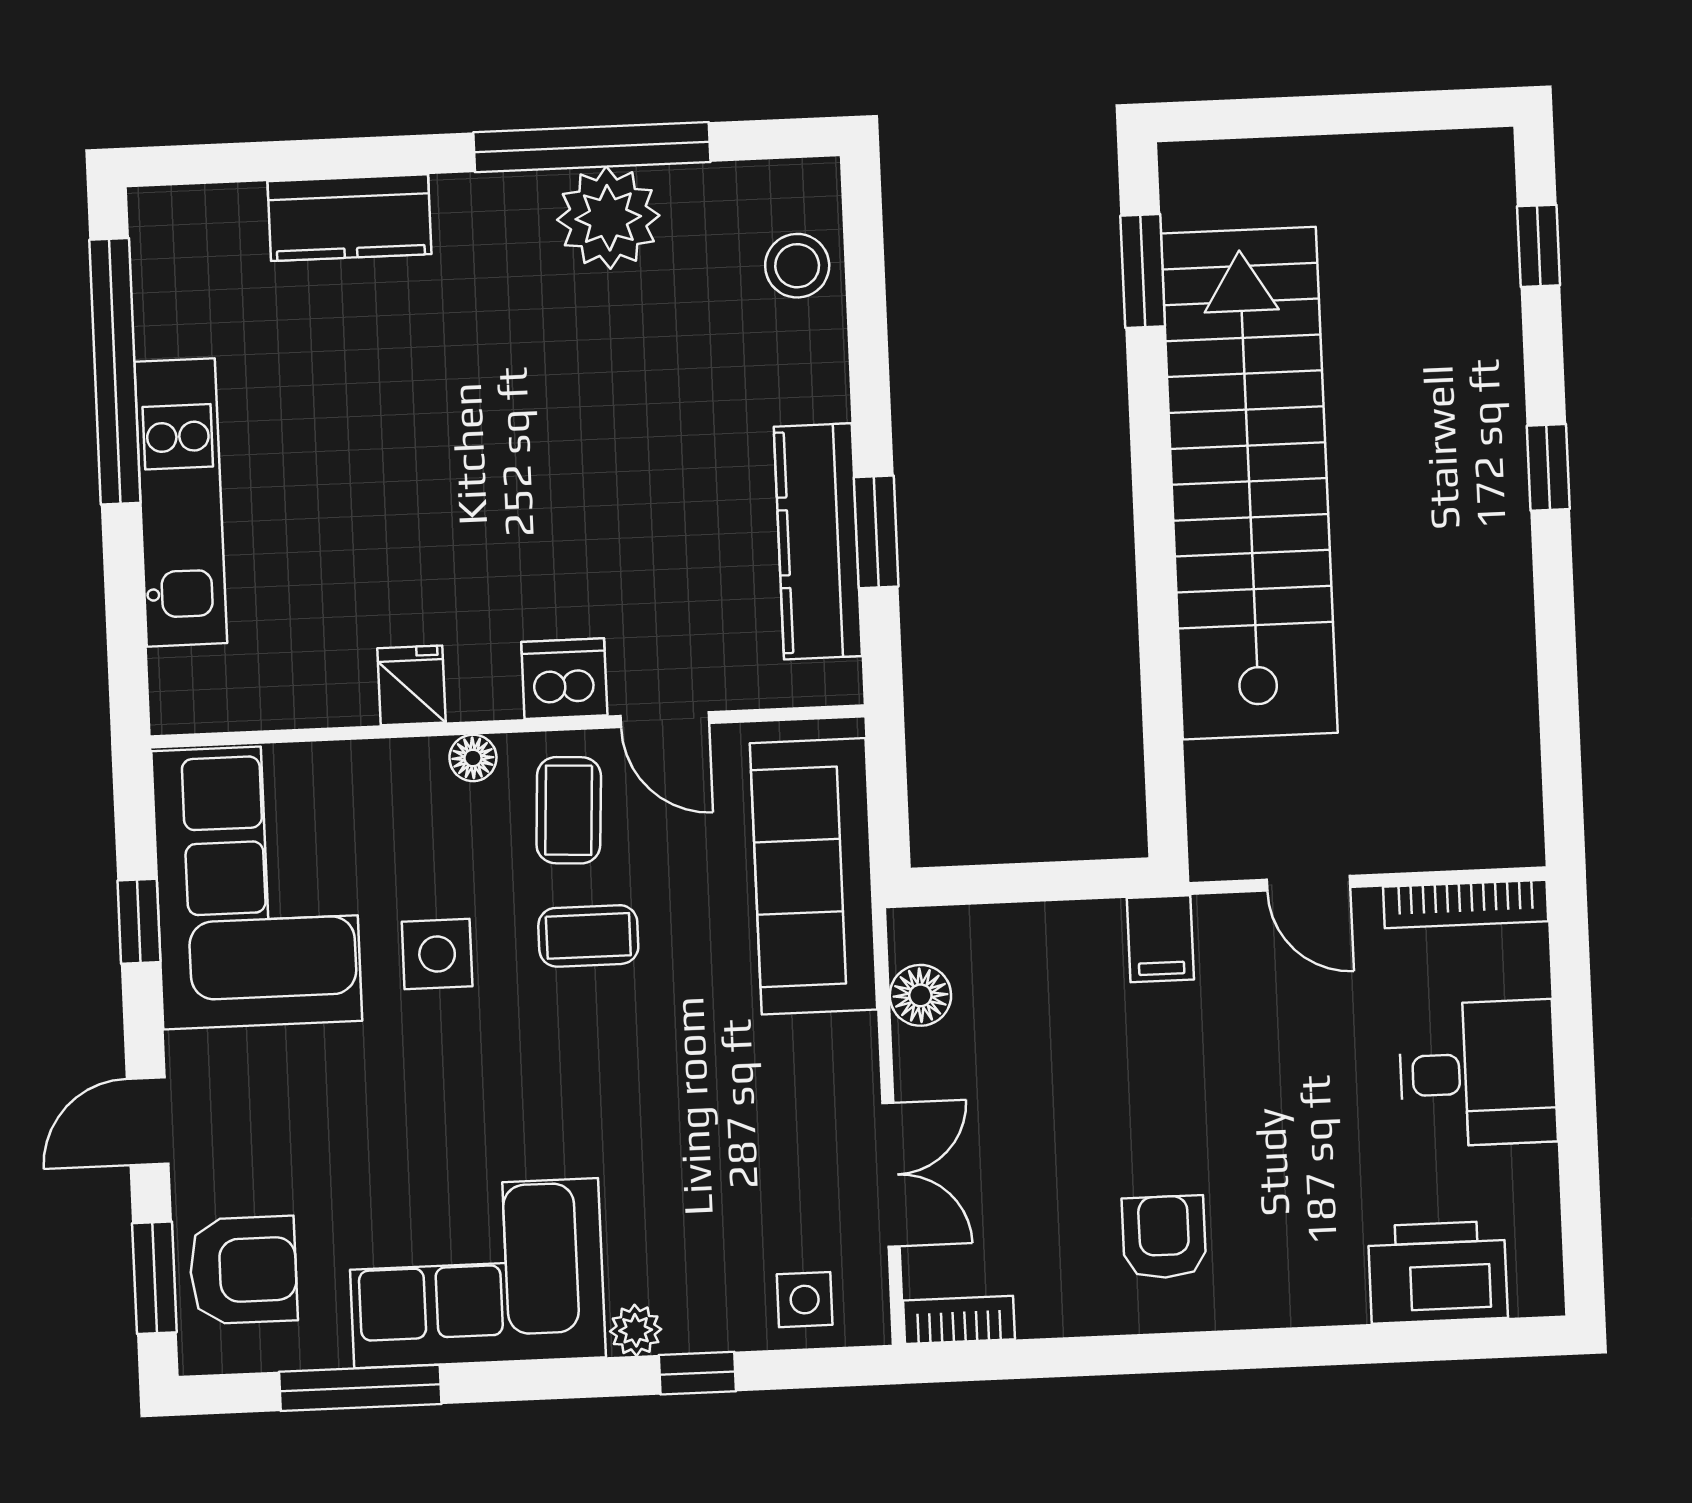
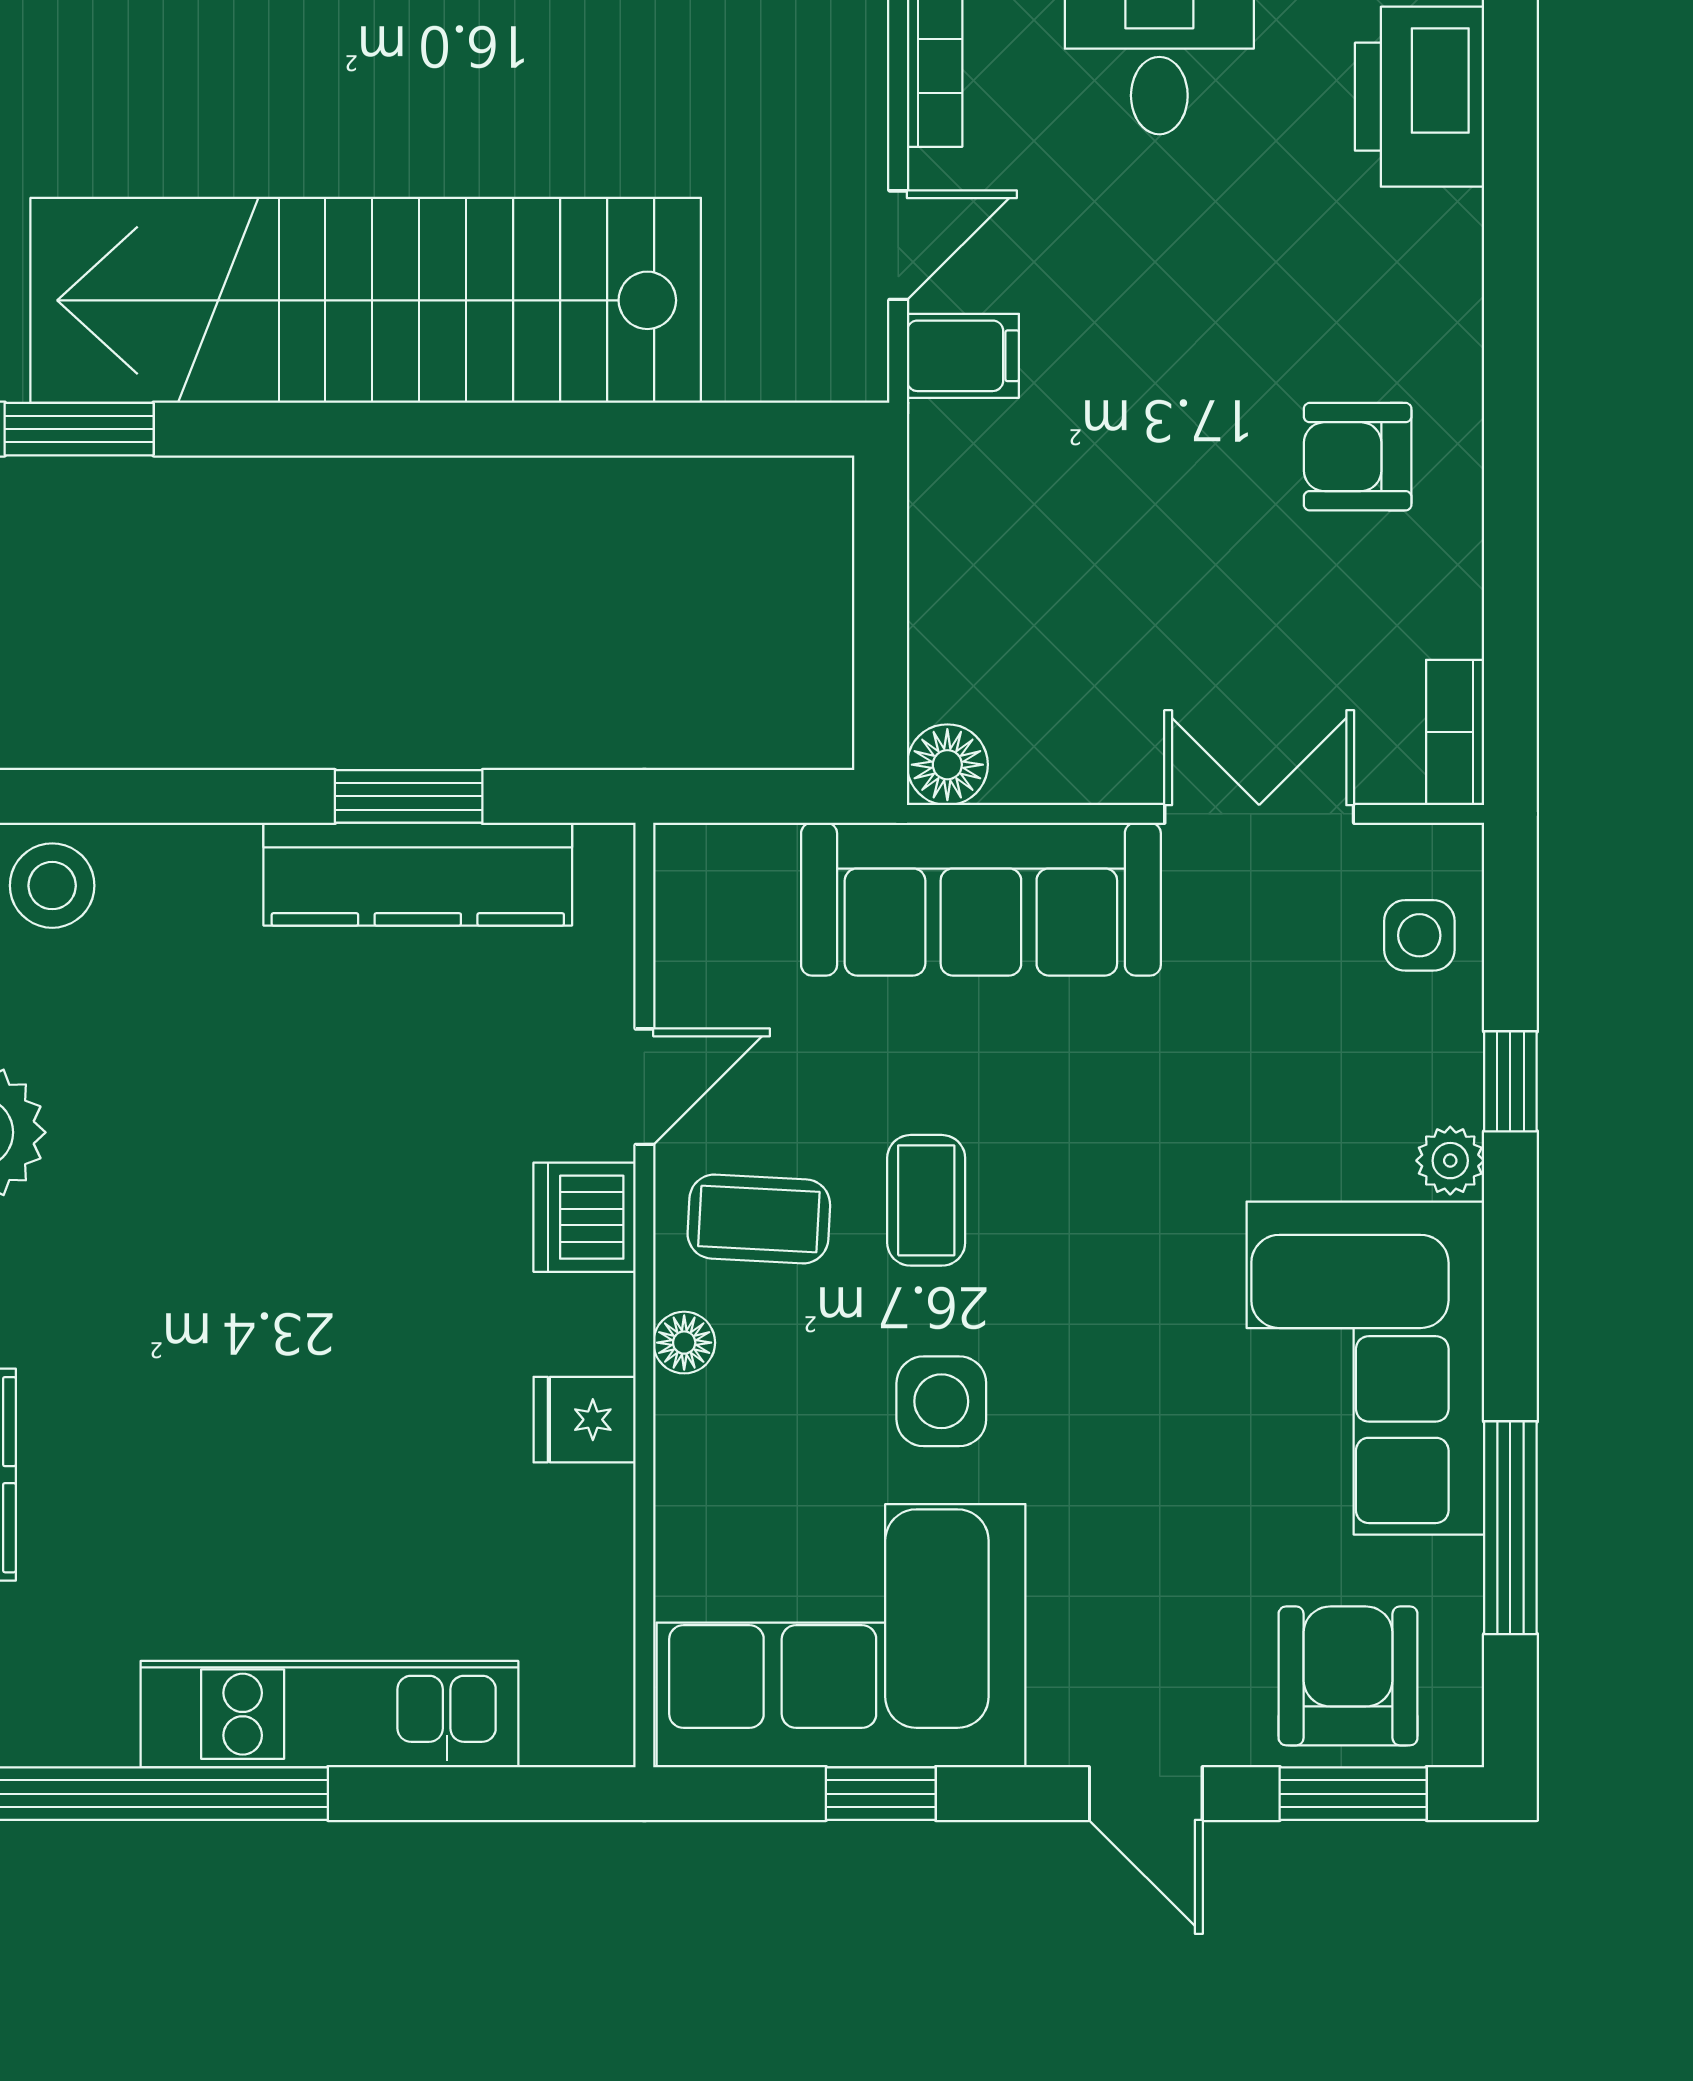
sofa: (814, 876) -> (981, 899), moved
filing cabinet: (1160, 939) -> (963, 356), moved
floor lamp: (920, 995) -> (947, 765), moved

